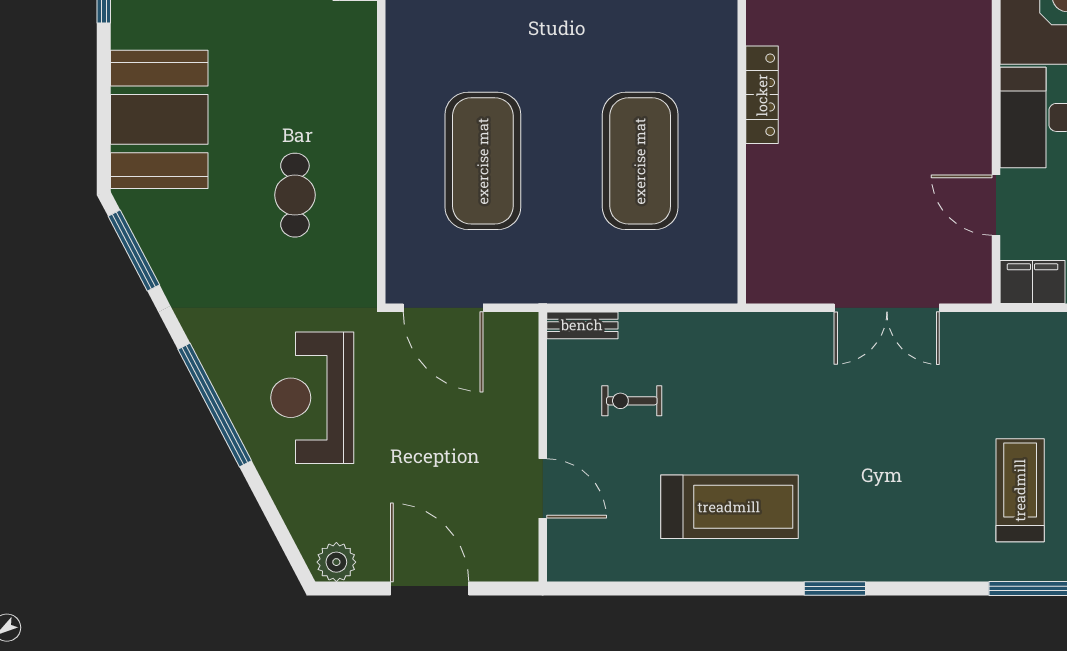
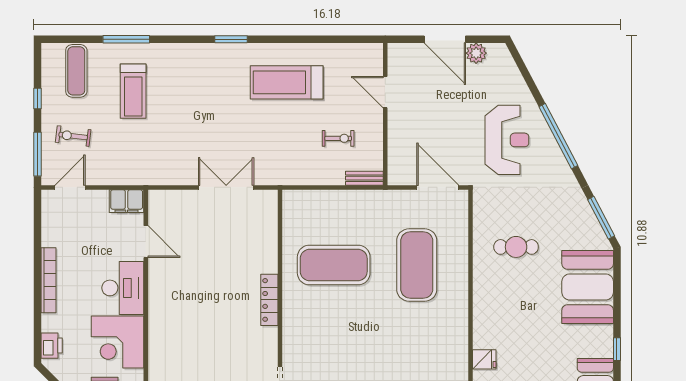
exercise mat: (640, 161) -> (334, 265), turned 90
cafe table: (295, 195) -> (516, 247), turned 90
double door: (887, 308) -> (226, 187), moved
plant: (336, 562) -> (476, 53), moved

